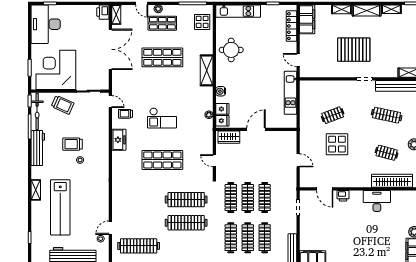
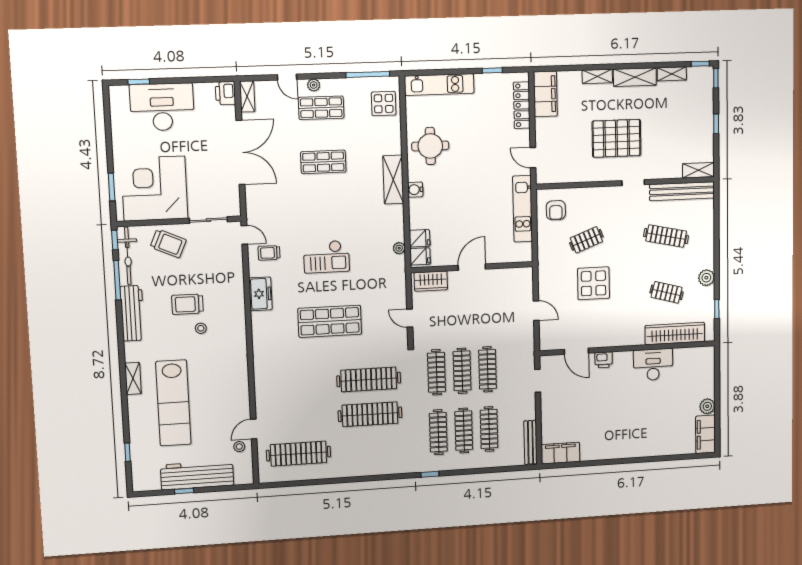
desk: (46, 24) -> (162, 107), moved, turned 90
shop shelf: (162, 57) -> (323, 162), width x0.70, depth x0.74
water cooler: (221, 91) -> (415, 190), moved
armchair: (313, 95) -> (556, 210), added

